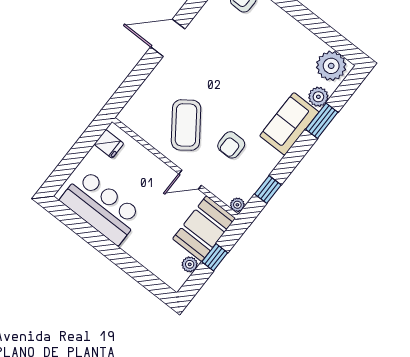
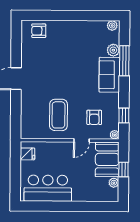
plant: (331, 66) -> (112, 26), width x0.53, depth x0.53
window: (322, 121) -> (124, 61), width x1.44
coffee table: (186, 125) -> (58, 115), turned 36
armchair: (231, 145) -> (94, 117), moved

